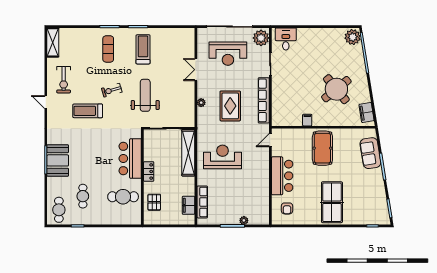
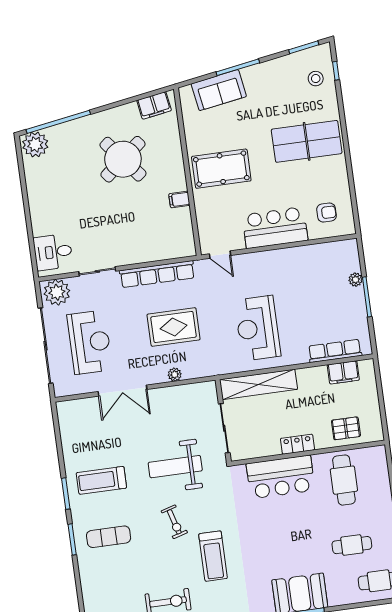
double door: (196, 70) -> (122, 391), width x1.37
stool: (369, 213) -> (316, 79), added

